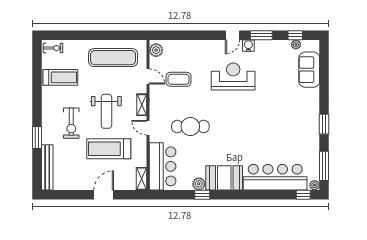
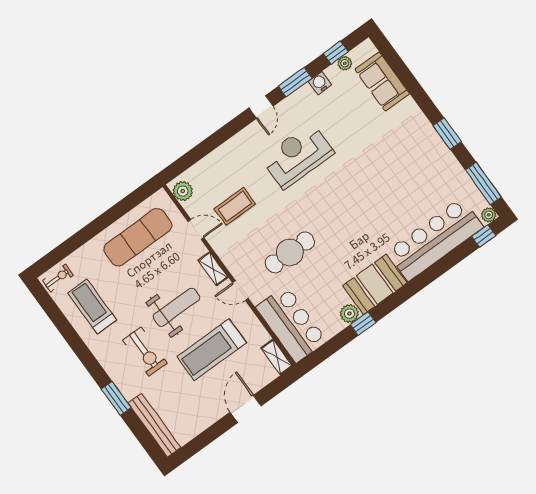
water cooler: (248, 46) -> (320, 83), moved
treadmill: (60, 77) -> (92, 307), turned -90
weight bench: (106, 111) -> (177, 307), turned -90

